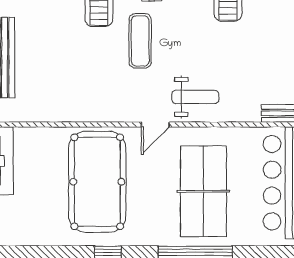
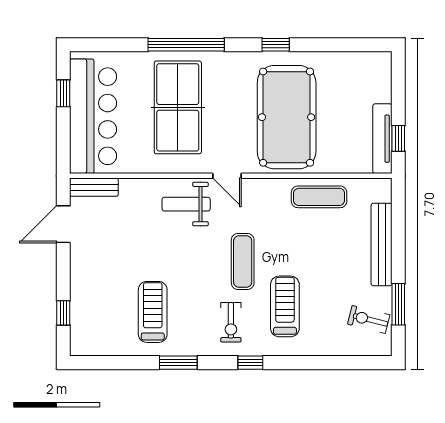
exercise mat: (66, 104) -> (319, 197), added
door: (155, 125) -> (227, 176), swing flipped

